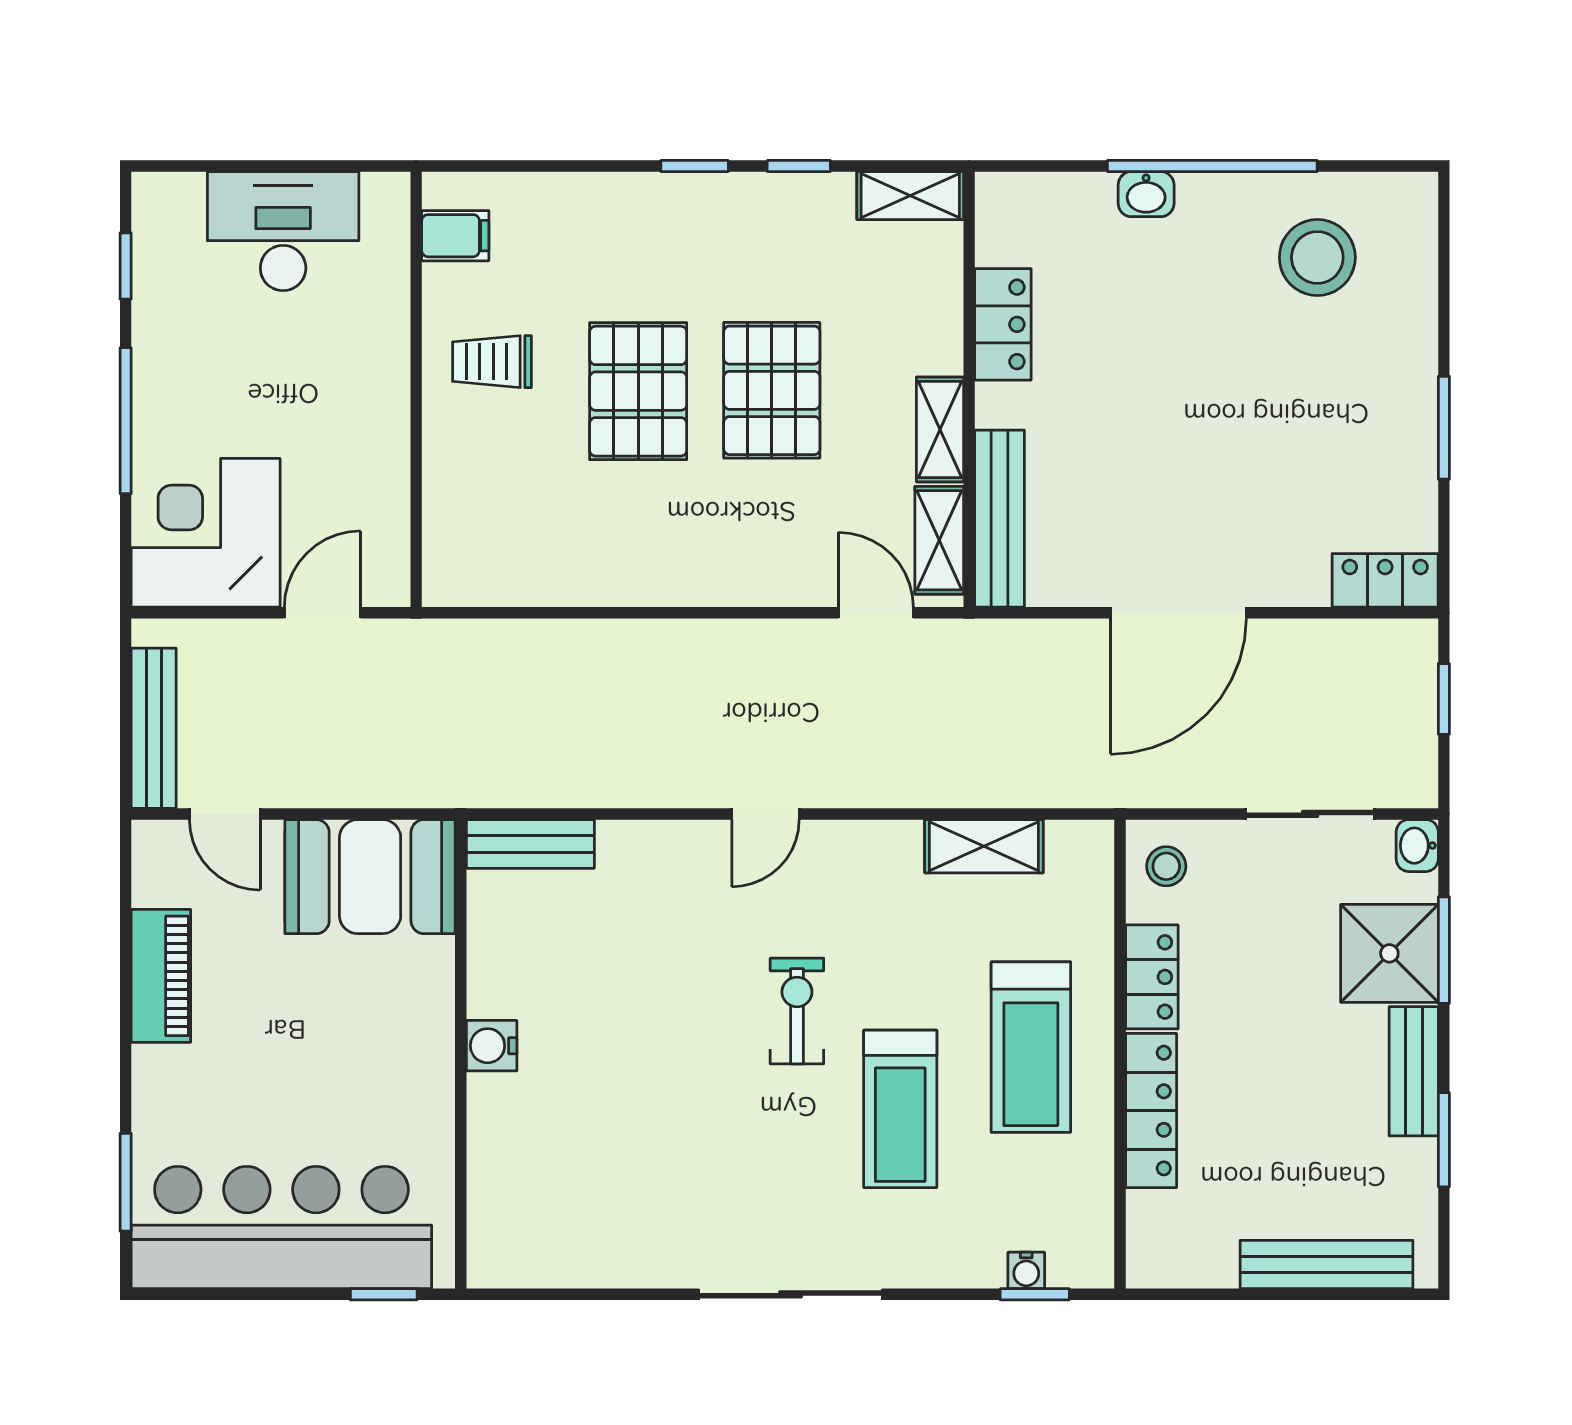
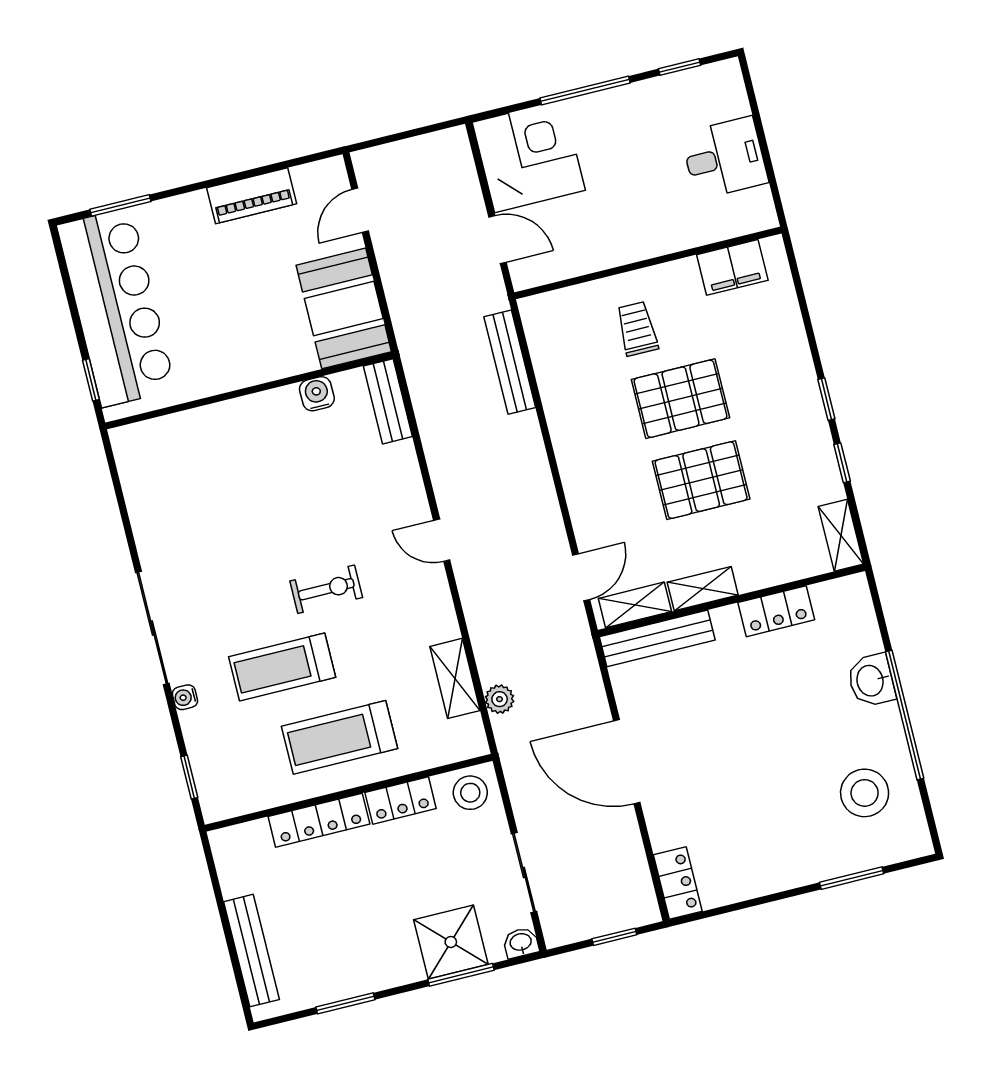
washbasin: (1146, 194) -> (871, 680), width x1.38, depth x1.45
desk: (283, 231) -> (724, 158), width x0.73
filing cabinet: (455, 236) -> (732, 267), width x2.00
trolley: (492, 362) -> (637, 329), moved
window: (1444, 428) -> (852, 878), moved
bench: (154, 728) -> (510, 362), moved, turned 90
plant: (1033, 785) -> (500, 699), added
stool: (1166, 866) -> (470, 793), width x1.37, depth x1.37
water cooler: (492, 1046) -> (317, 394), moved
bench: (1414, 1071) -> (383, 975), removed
water cooler: (1026, 1270) -> (185, 697), moved

